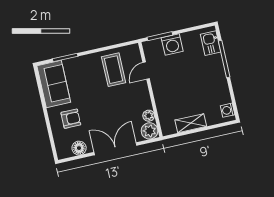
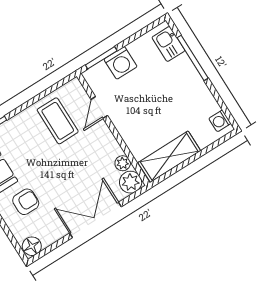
shelving: (191, 123) -> (169, 157), width x1.50, depth x1.33
floor lamp: (79, 148) -> (32, 246), moved

